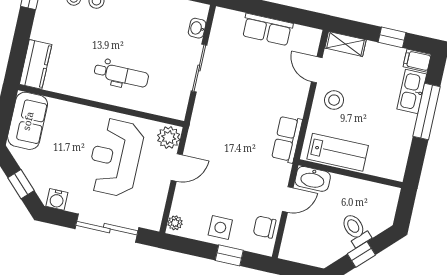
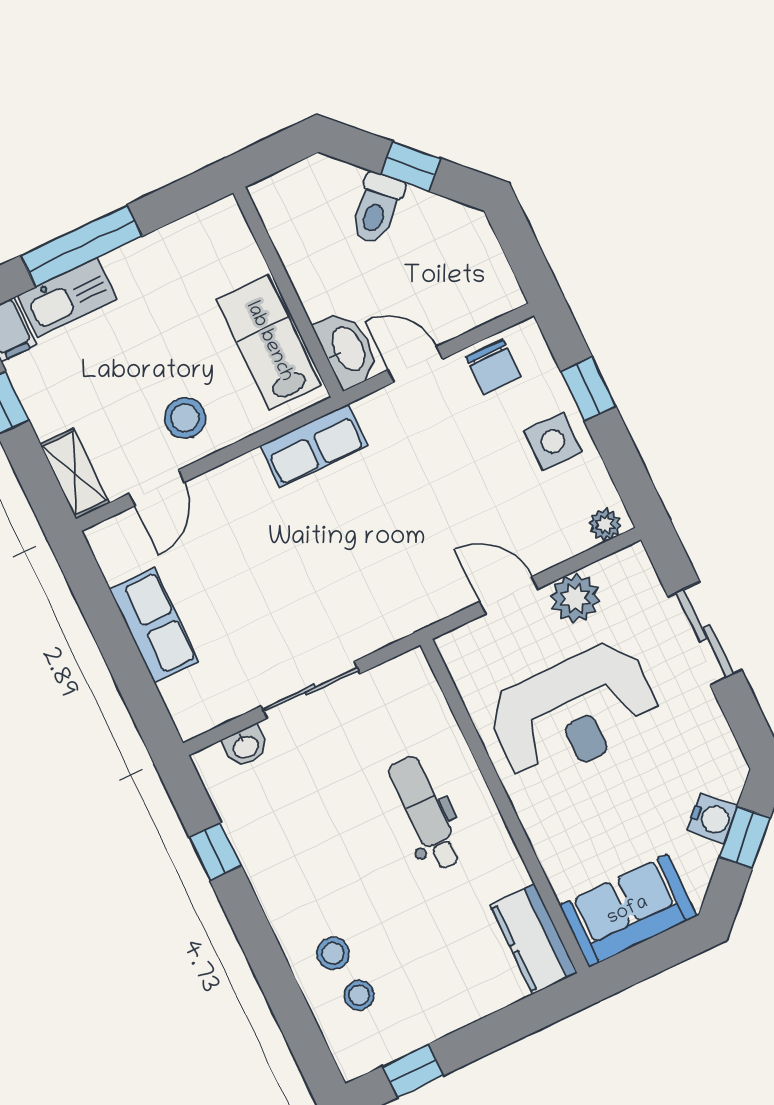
kitchen counter: (36, 64) -> (534, 939), moved, turned -90
plant: (169, 138) -> (575, 598), moved
water cooler: (57, 199) -> (712, 818), moved, turned 45
sliding door: (107, 228) -> (705, 633), width x0.73

